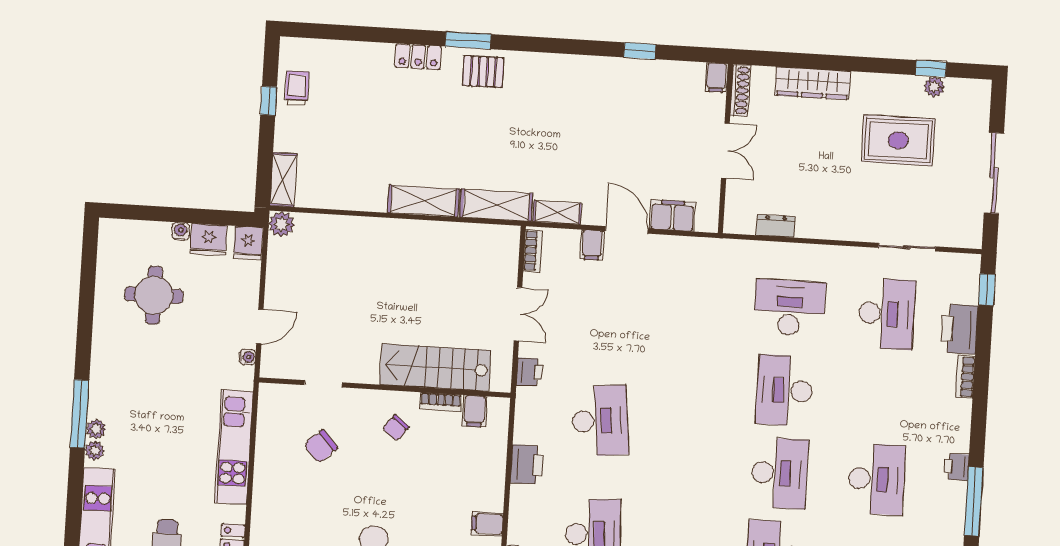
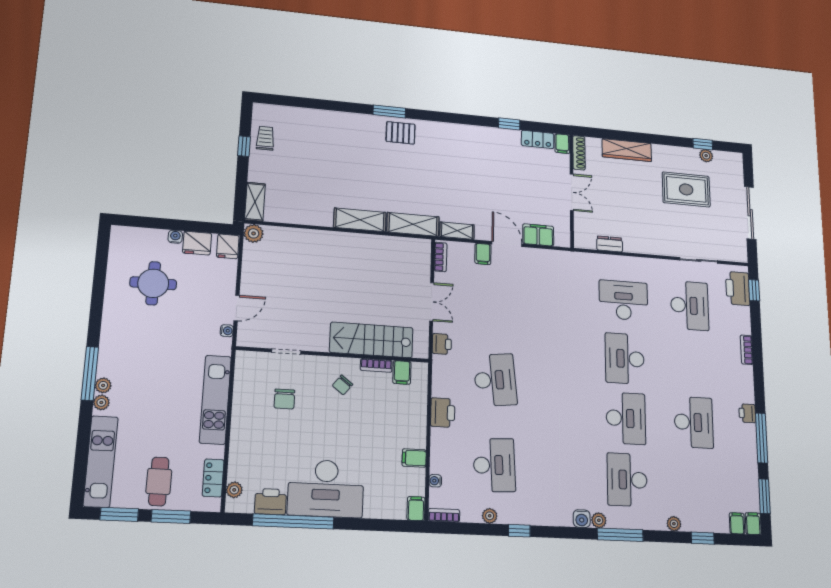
locker: (418, 57) -> (538, 139), moved
printer: (959, 329) -> (738, 288), moved
chair: (321, 446) -> (284, 399), turned -48

